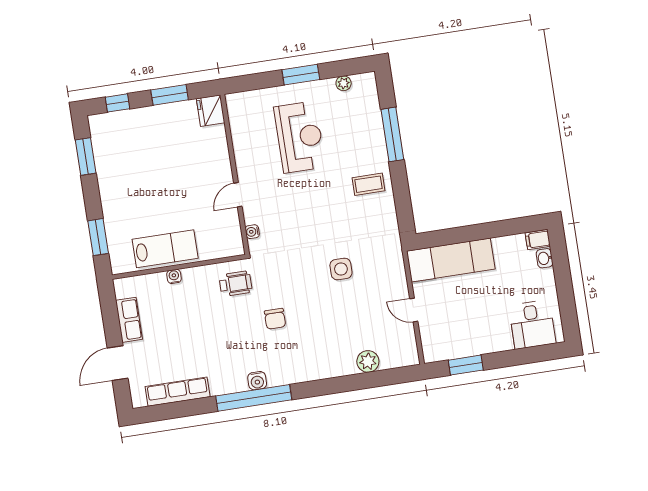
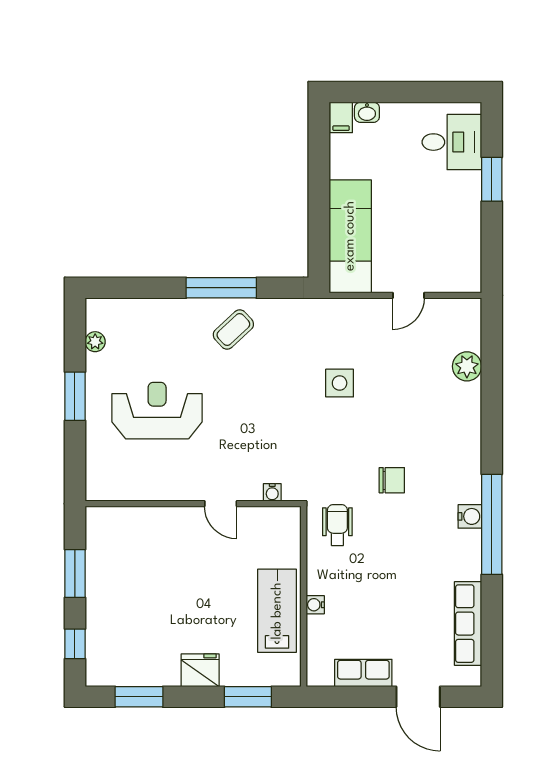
fridge: (211, 111) -> (200, 670), moved, turned 180
window: (392, 134) -> (221, 288), moved
coffee table: (368, 184) -> (233, 330), turned 47
window: (466, 365) -> (492, 179), moved

